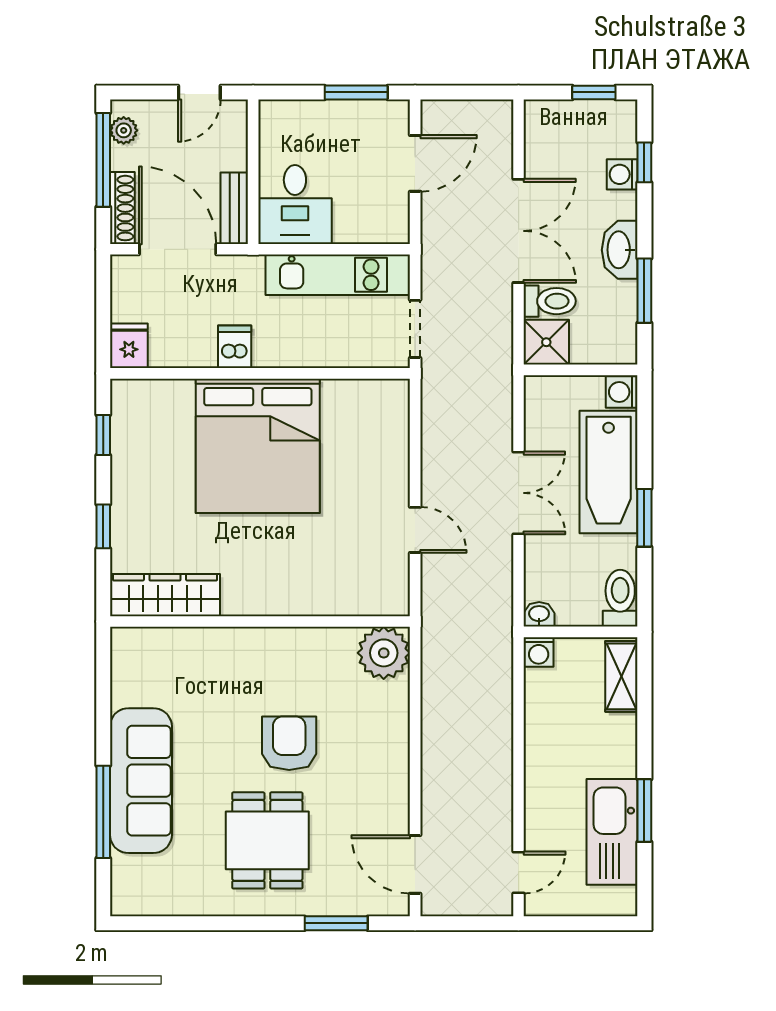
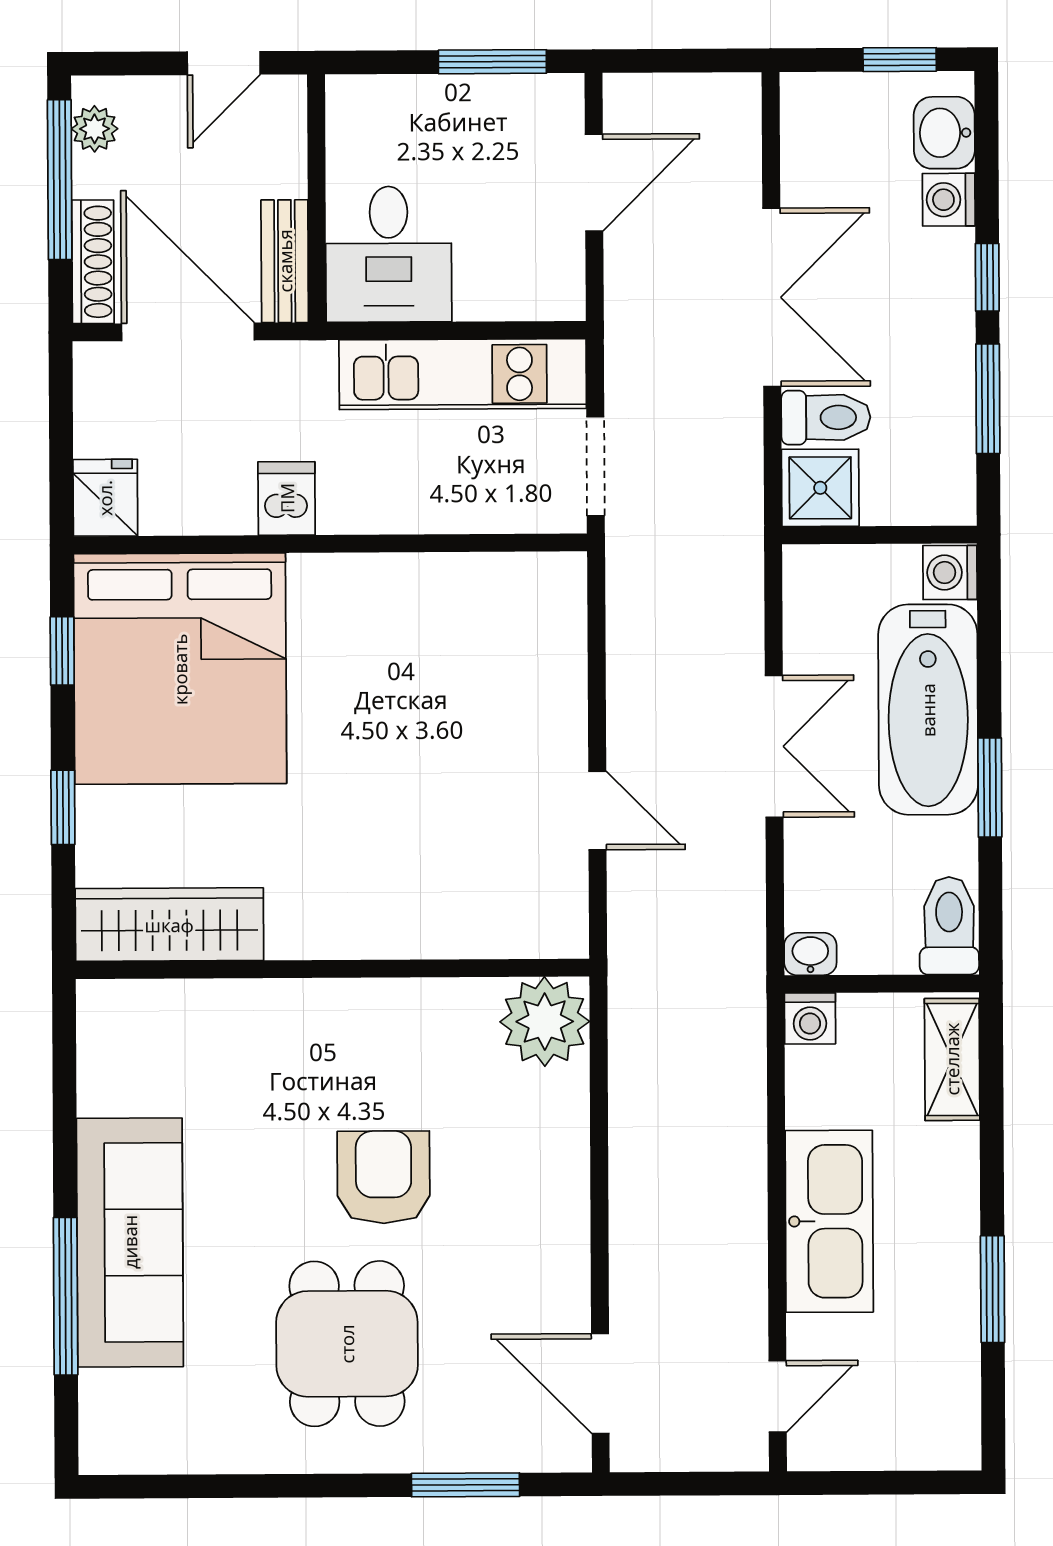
window: (644, 162) -> (987, 277), moved
washbasin: (620, 250) -> (944, 133), moved, width x0.72
bed: (258, 446) -> (180, 669), moved
kitchen sink: (612, 832) -> (829, 1221), moved, turned 180

